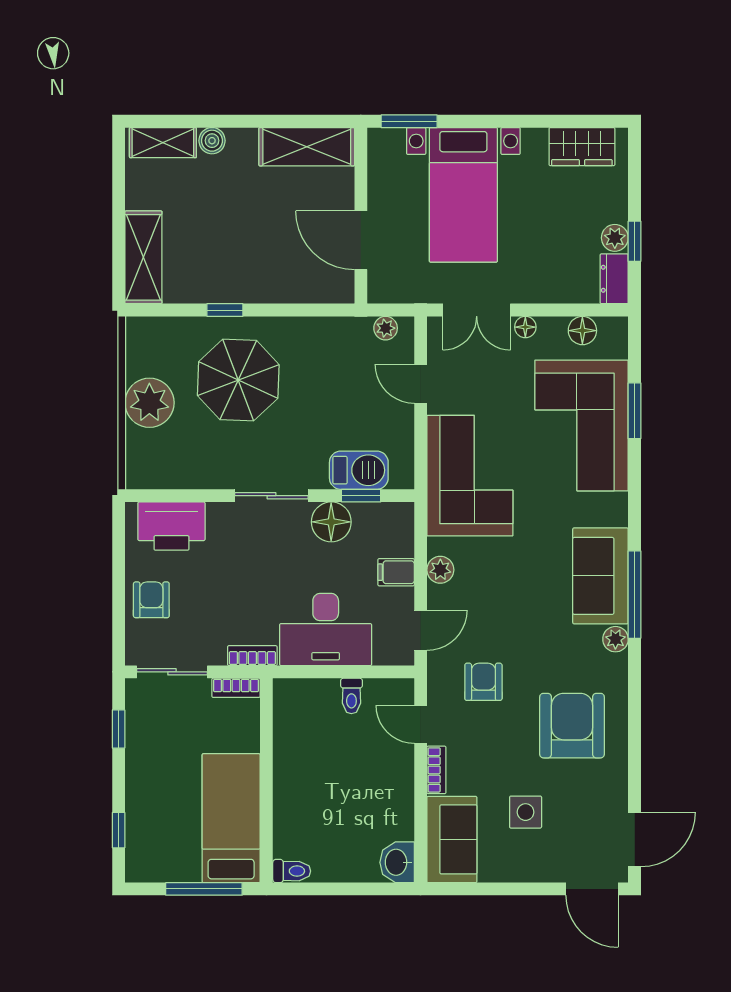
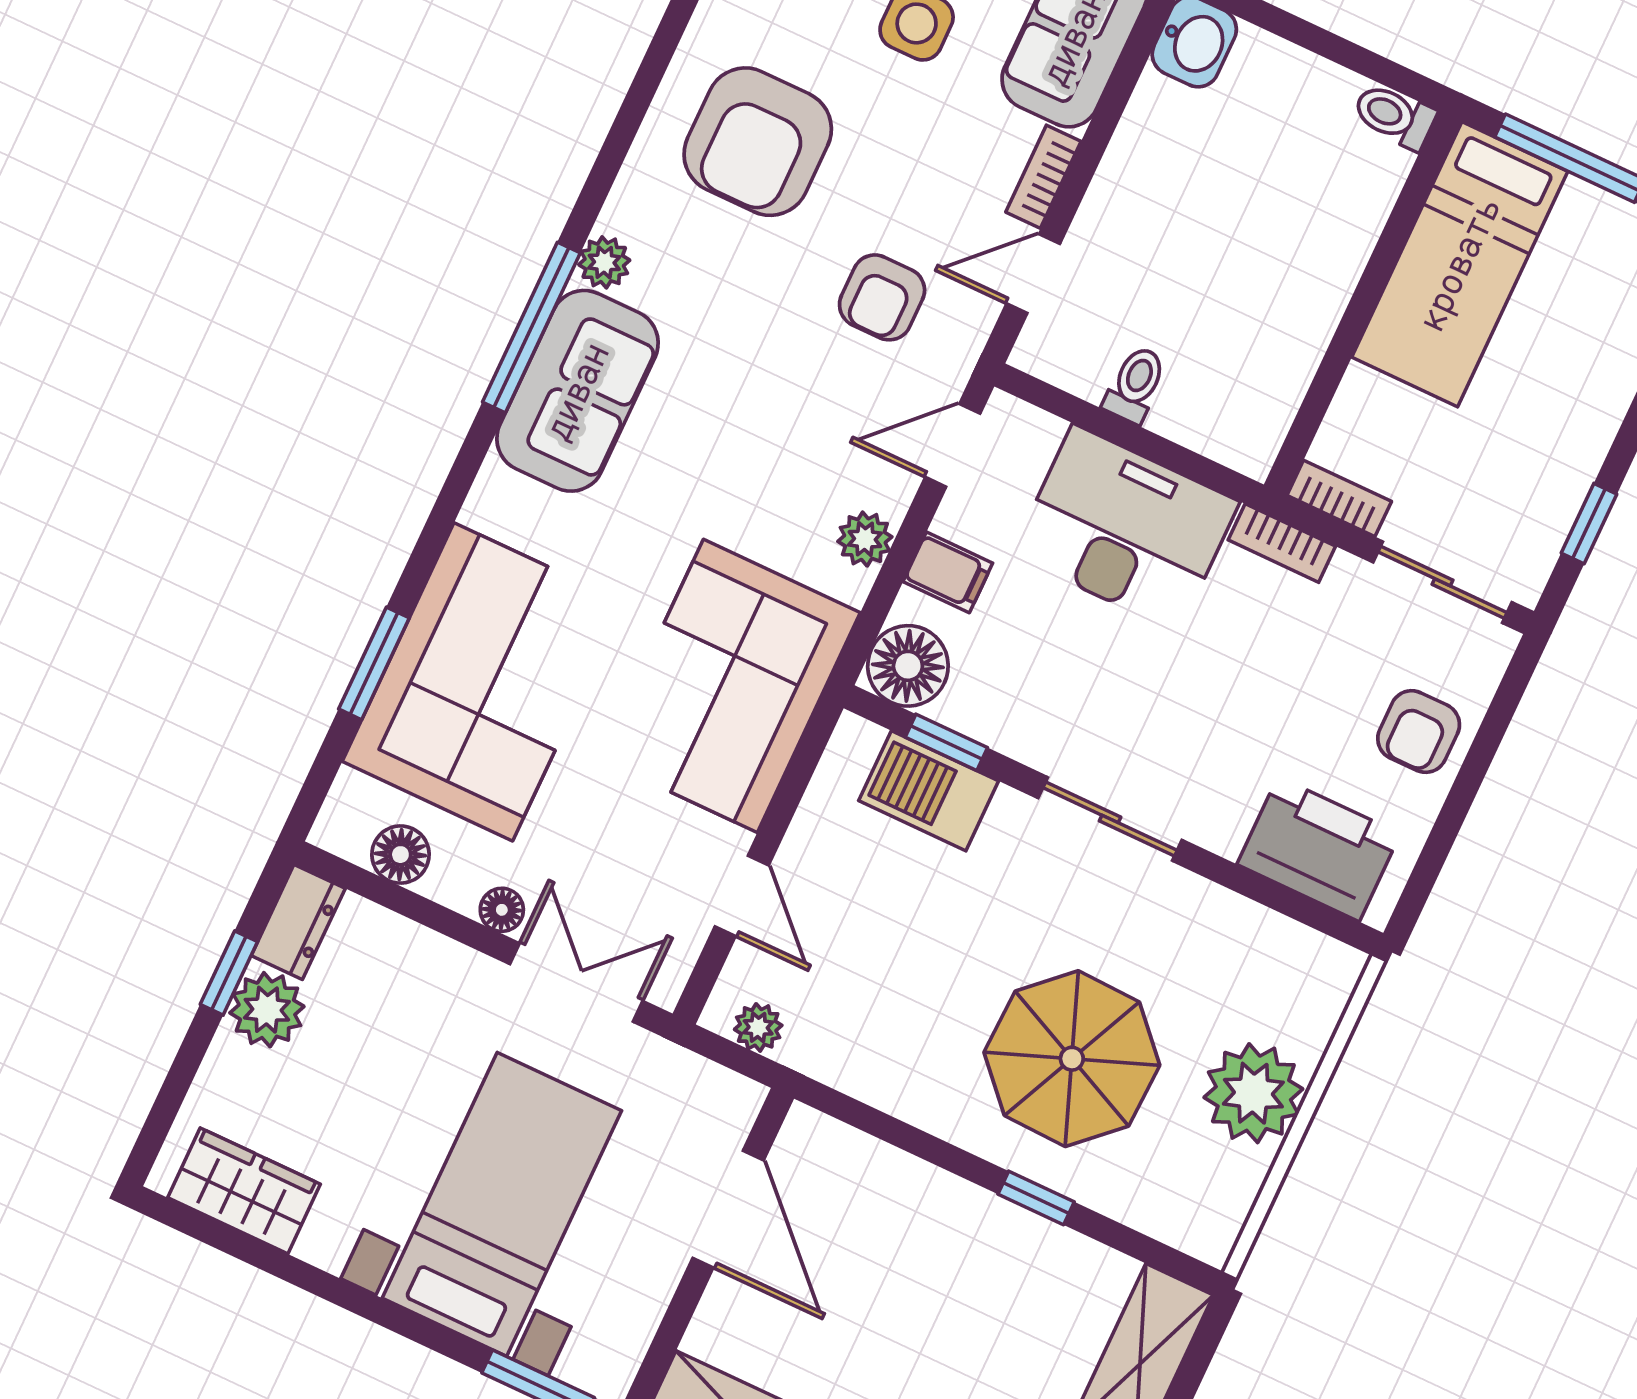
plant: (615, 238) -> (267, 1010), width x1.38, depth x1.38
floor lamp: (331, 522) -> (908, 666), moved
door: (421, 724) -> (1033, 274), swing flipped

